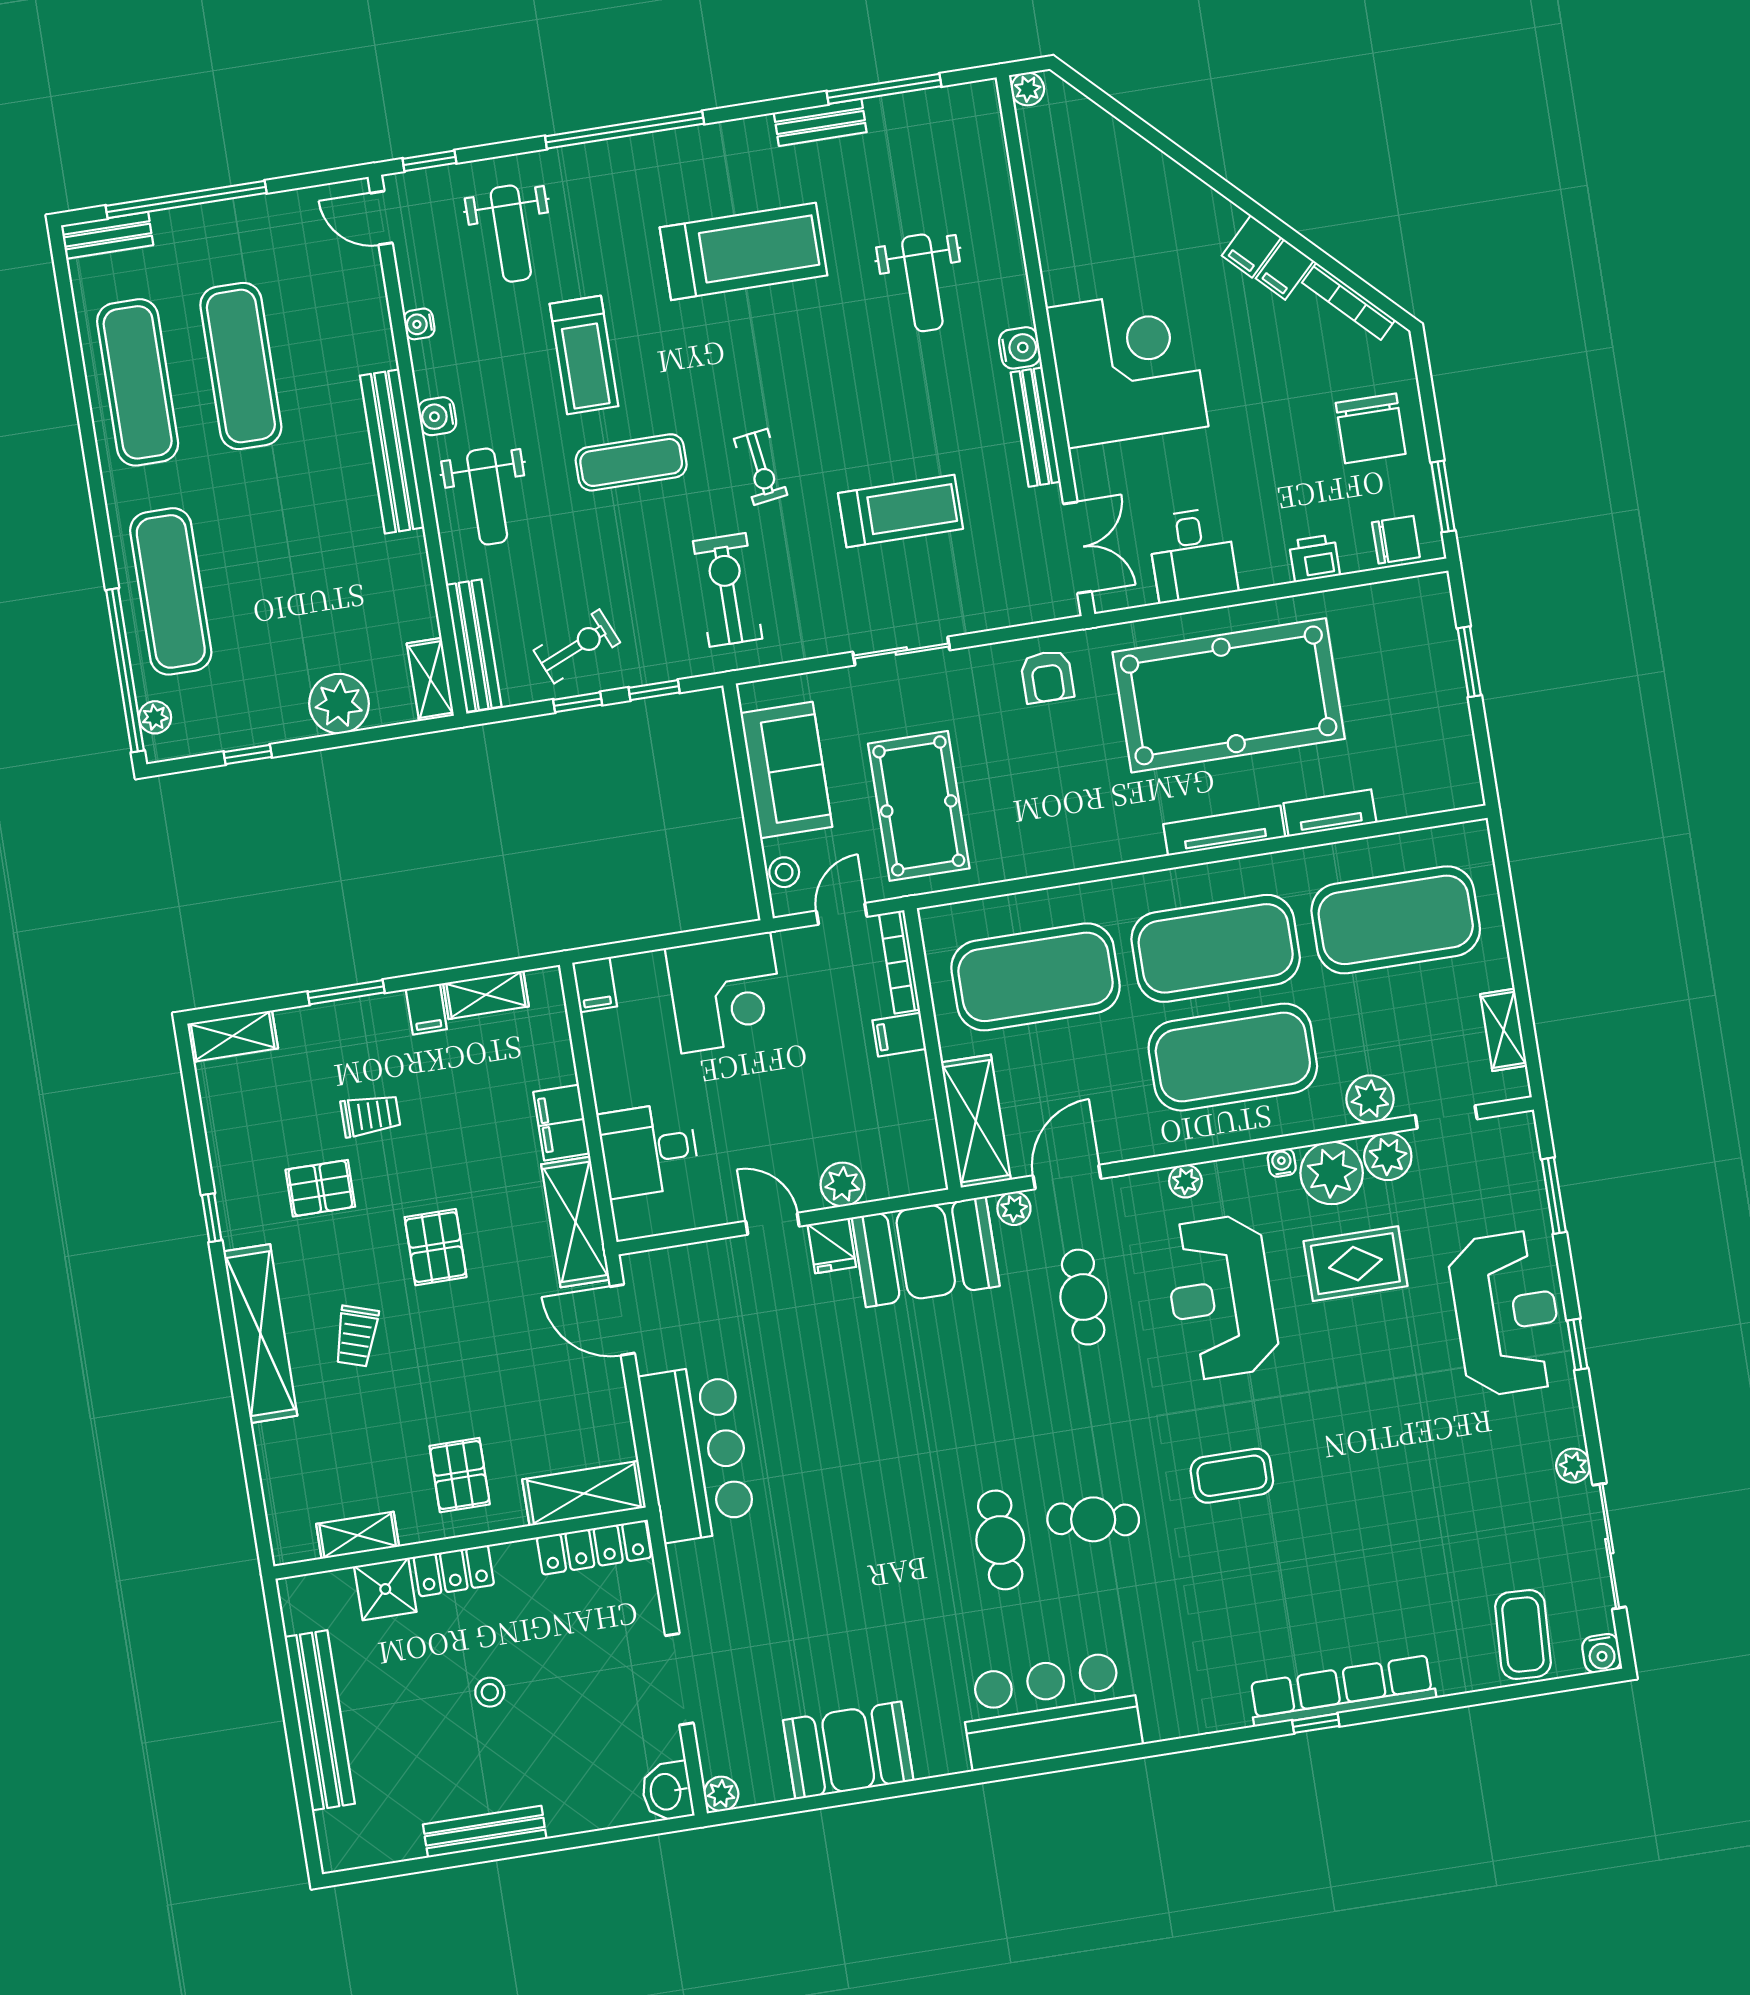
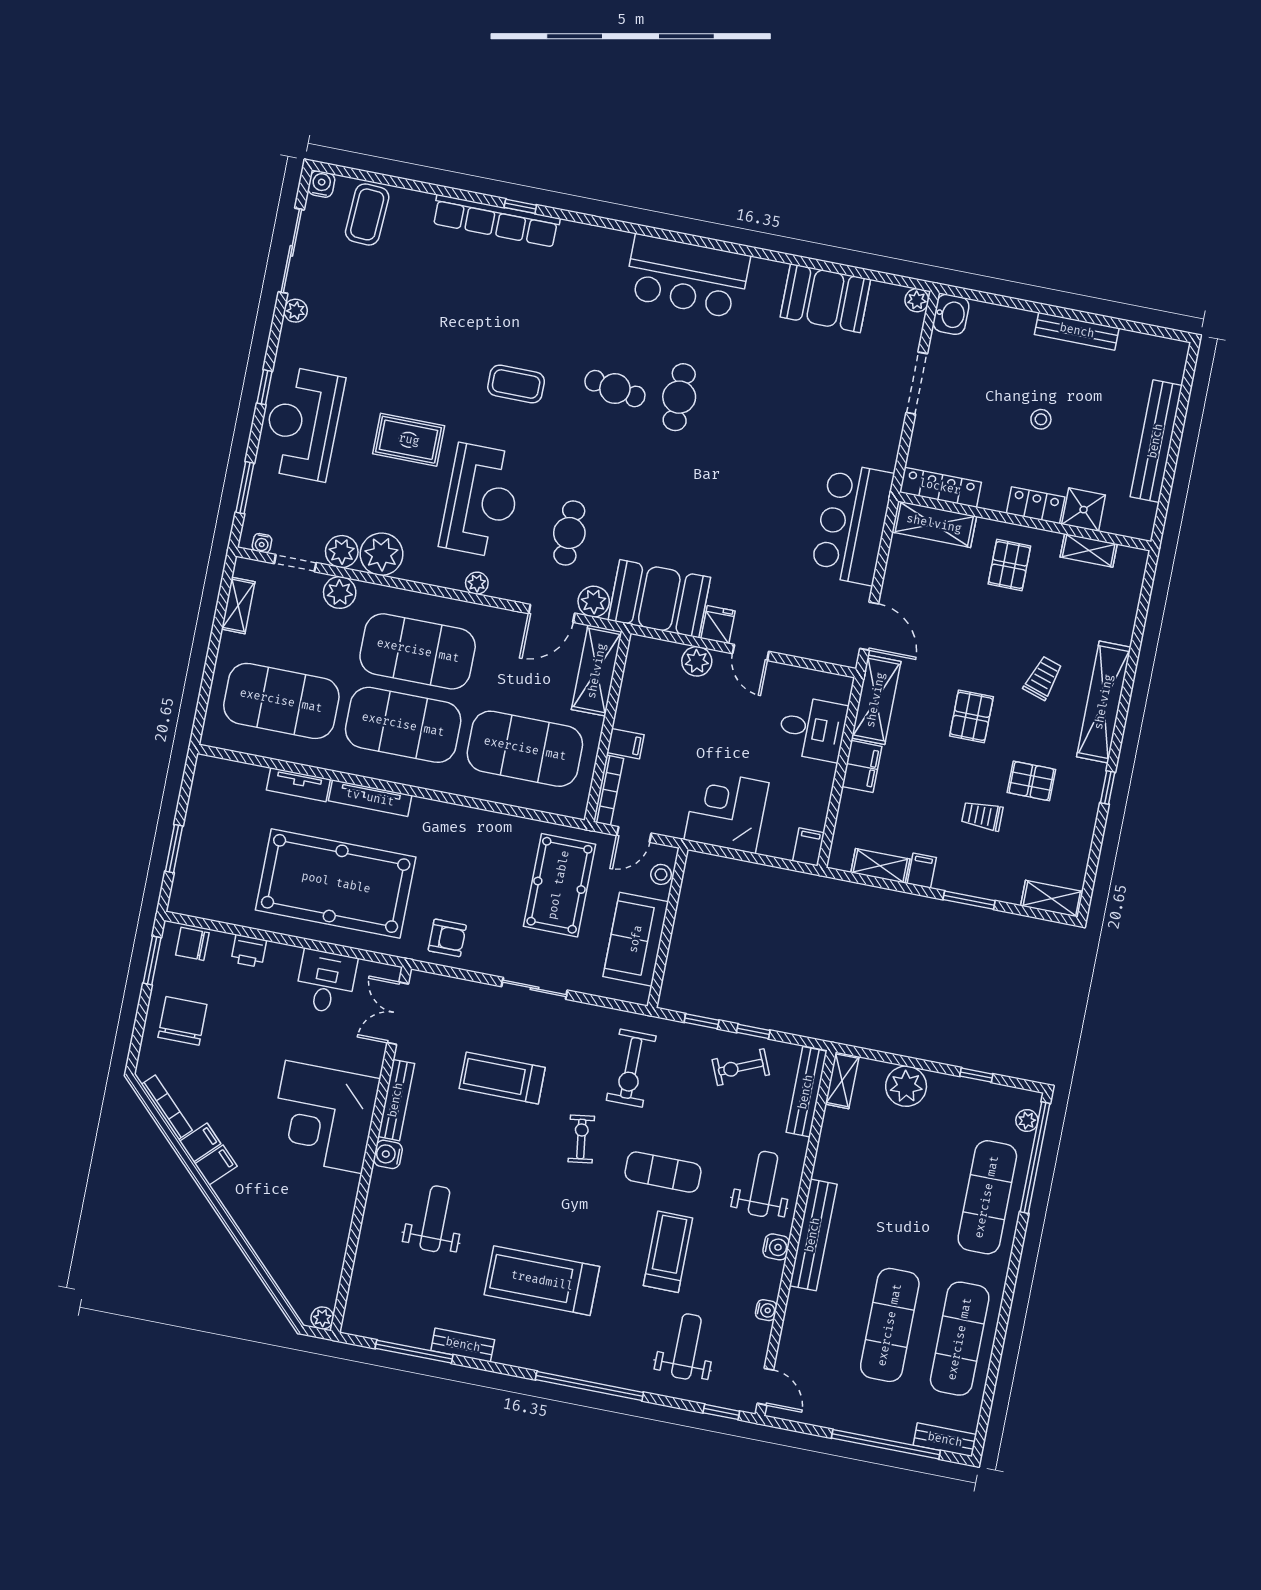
armchair: (1047, 677) -> (447, 938), turned 90
water cooler: (1282, 1163) -> (262, 543), moved
plant: (1014, 1208) -> (594, 602), width x1.38, depth x1.38
rug: (1355, 1264) -> (409, 440), moved

